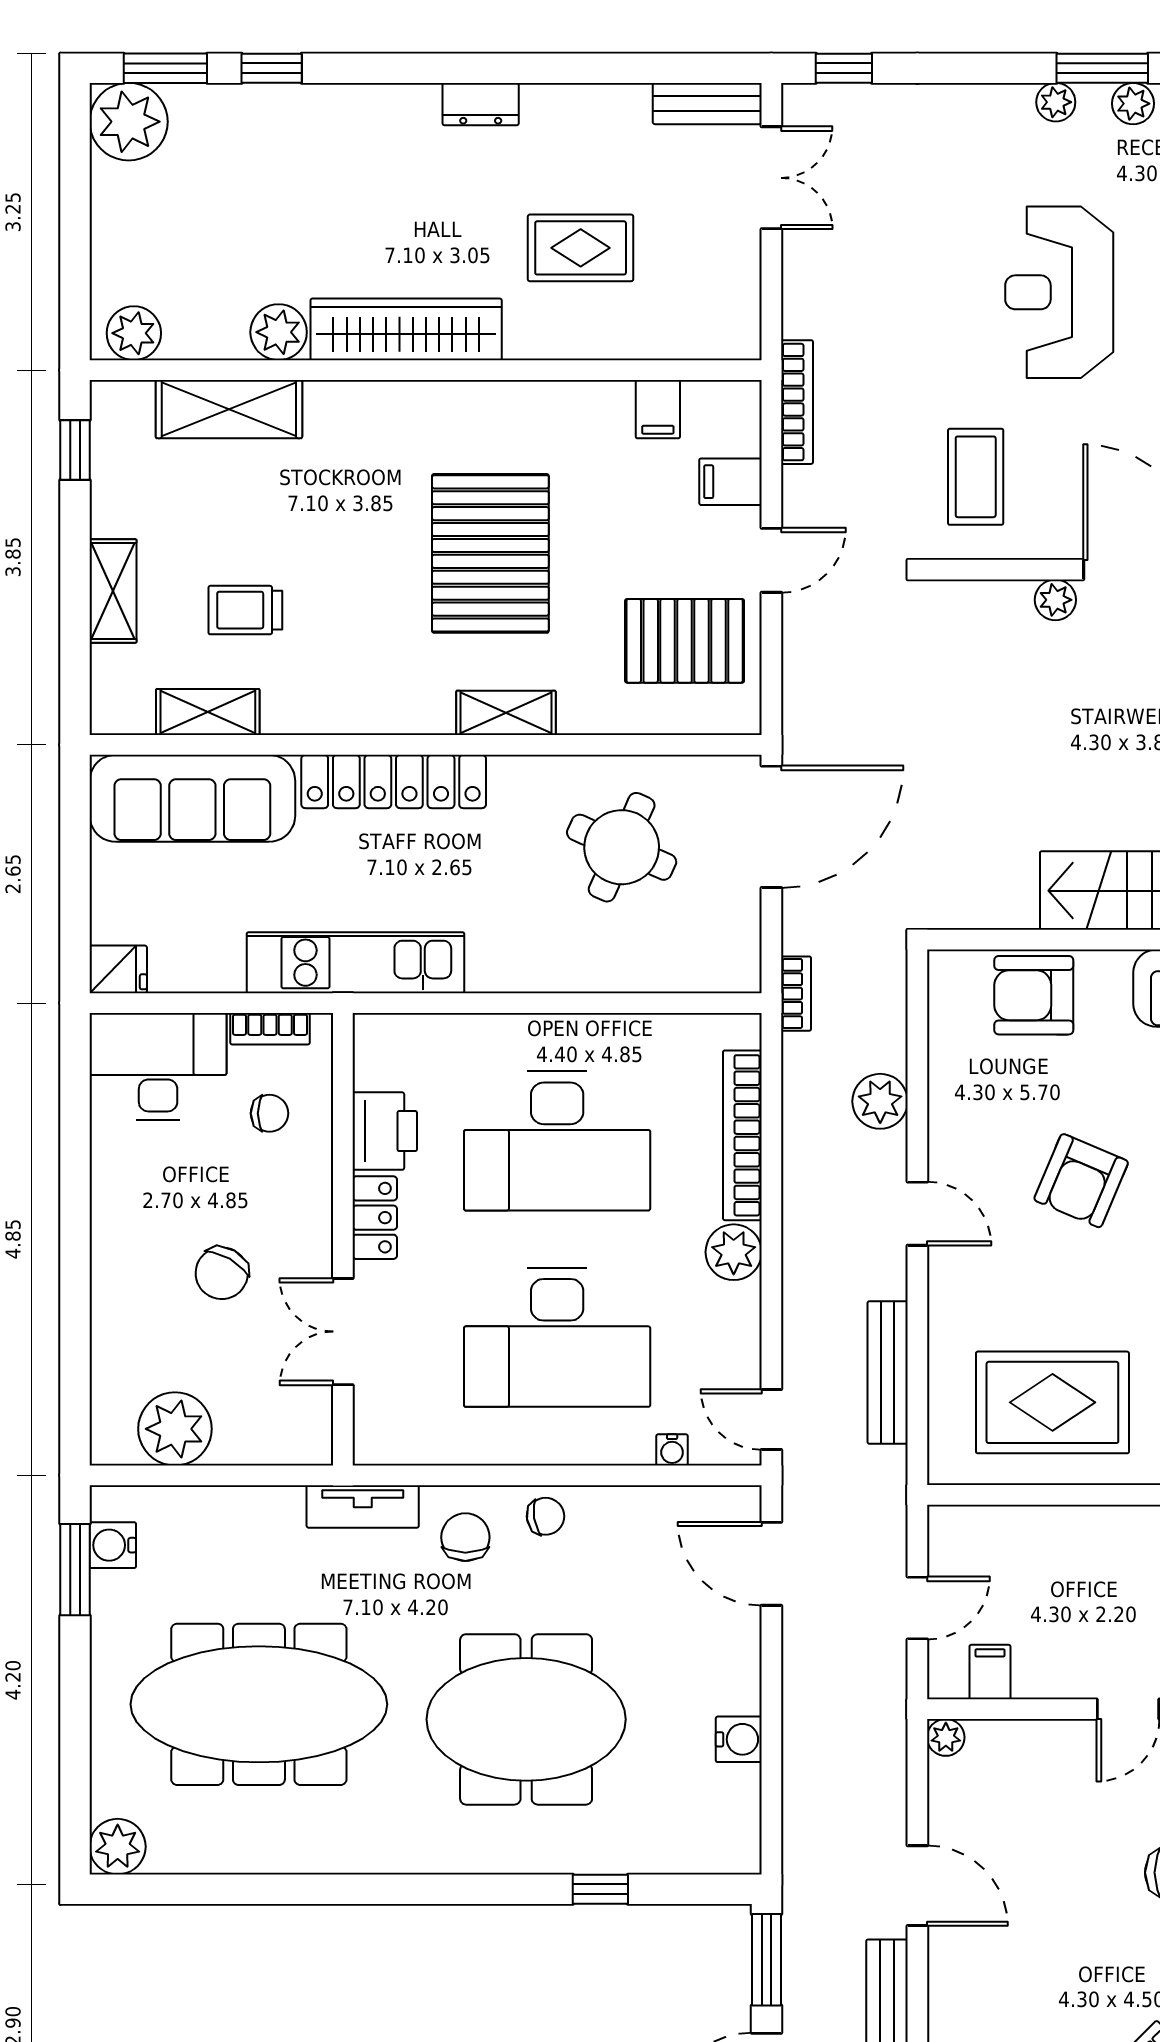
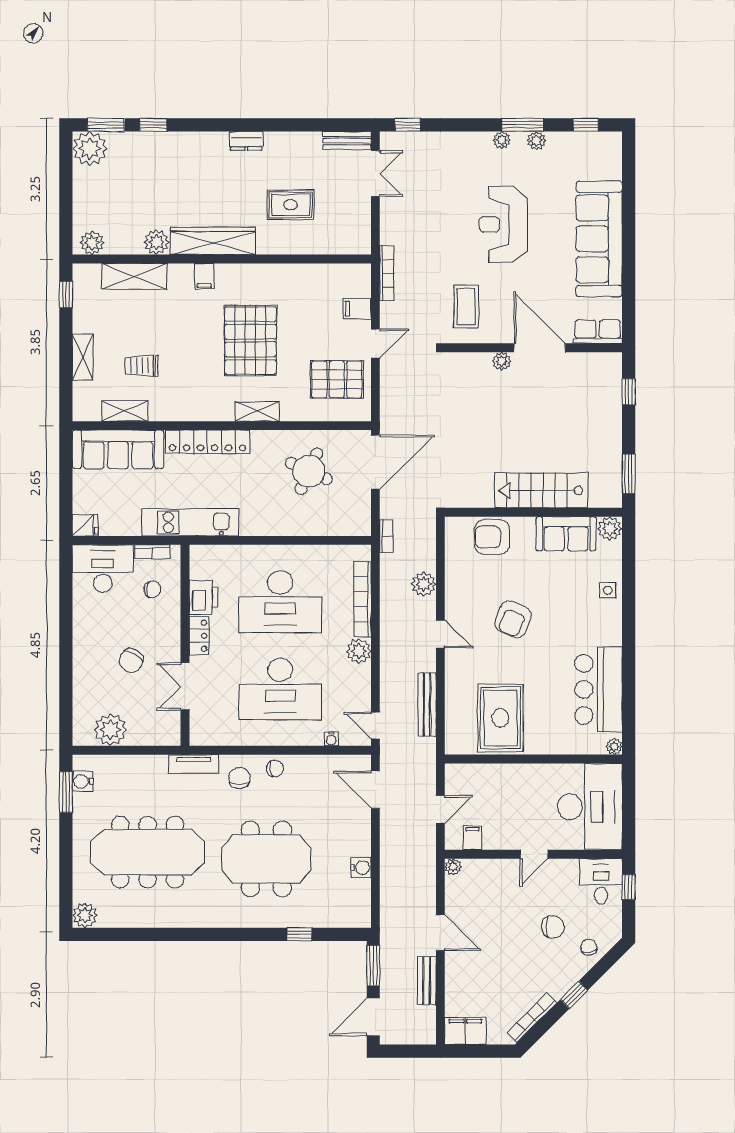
filing cabinet: (658, 409) -> (204, 276), moved
rug: (1052, 1402) -> (500, 718), turned 90

